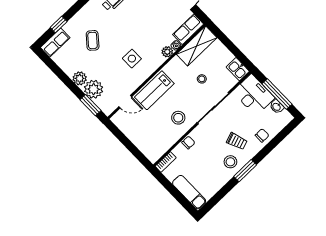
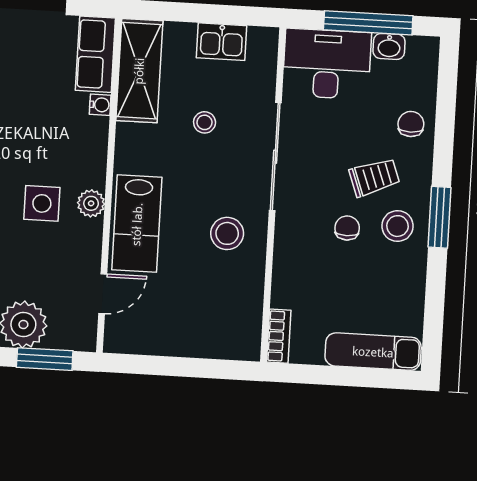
plant: (167, 52) -> (91, 203), moved
kitchen sink: (238, 69) -> (222, 42), moved
chair: (188, 143) -> (347, 228), moved

